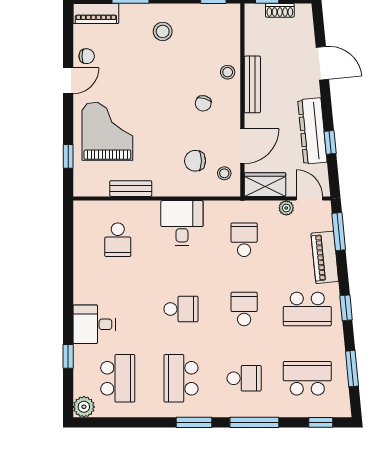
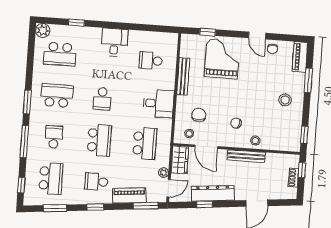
grand piano: (107, 131) -> (222, 59), turned -90
bench: (131, 189) -> (183, 76), width x1.36
school desk: (244, 240) -> (145, 143), width x1.85
school desk: (244, 309) -> (99, 140), width x1.85
school desk: (307, 309) -> (96, 182), width x0.54
desk: (94, 324) -> (114, 42), moved
school desk: (244, 378) -> (54, 137), turned 180

